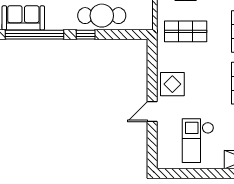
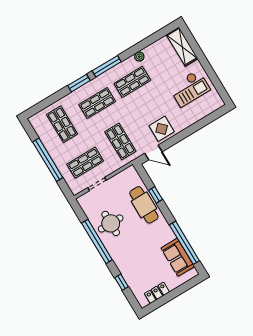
window: (86, 35) -> (155, 195), moved
door: (152, 111) -> (153, 152), moved

